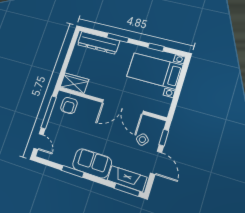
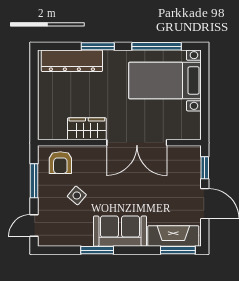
window: (156, 47) -> (157, 46), width x2.17
wardrobe: (74, 83) -> (87, 129), moved
window: (49, 112) -> (34, 181), width x0.69
side table: (142, 140) -> (77, 195), moved
door: (39, 142) -> (34, 226), swing flipped

